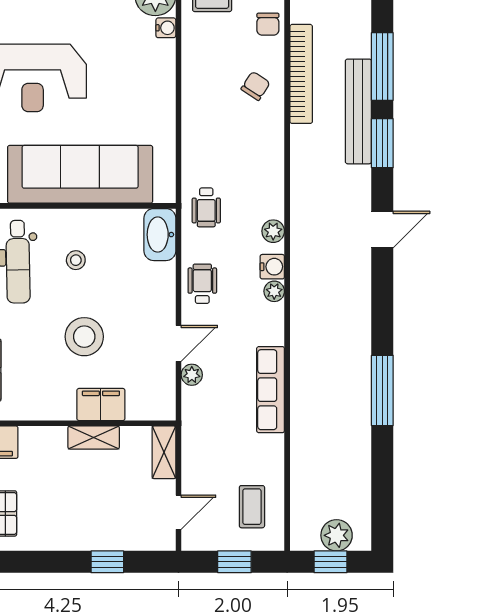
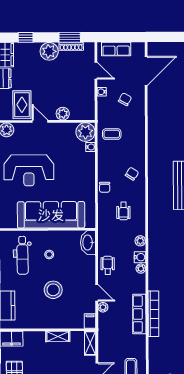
chair: (268, 24) -> (105, 187), moved
bookcase: (301, 74) -> (153, 314), moved
wheelchair: (206, 207) -> (123, 211), moved
door: (178, 343) -> (97, 293), hinge flipped
filing cabinet: (101, 405) -> (90, 321), moved, width x0.50

